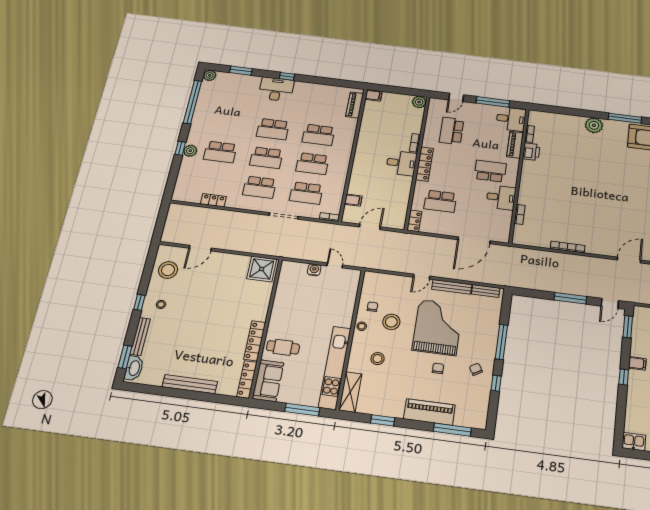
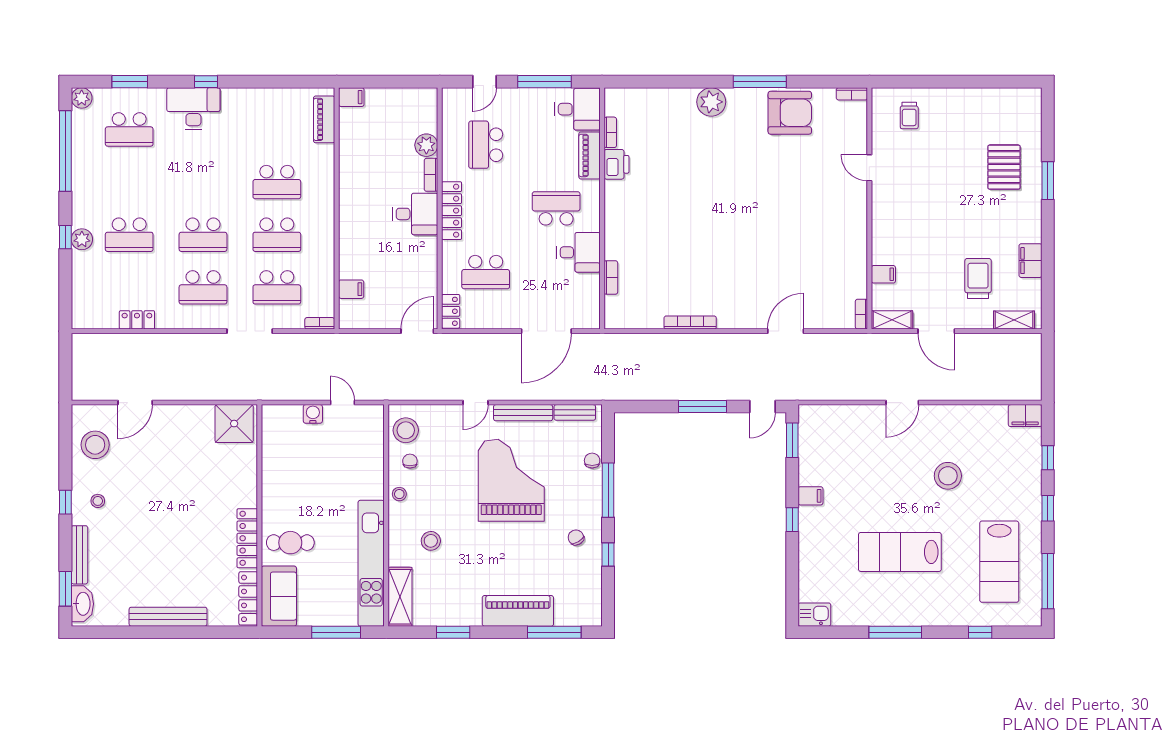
plant: (419, 102) -> (426, 145), moved
school desk: (273, 129) -> (129, 129), moved
door: (370, 227) -> (417, 331), moved
stool: (391, 322) -> (406, 430), moved
chair: (438, 368) -> (592, 461), moved

